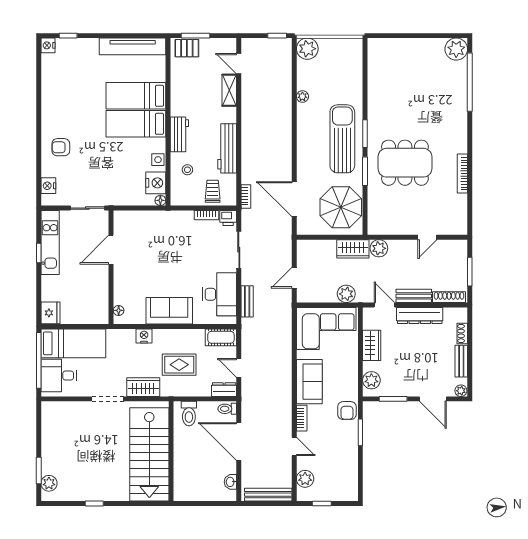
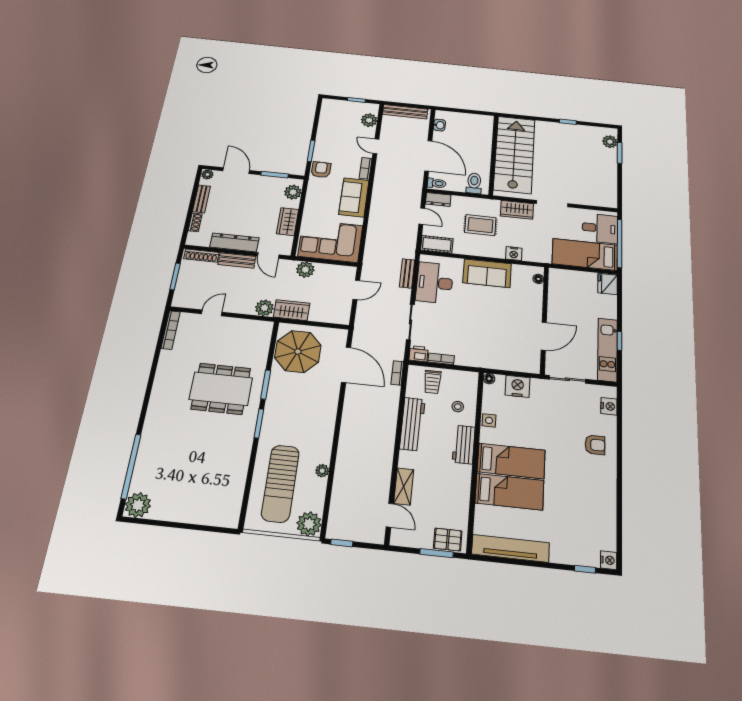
sun lounger: (342, 139) -> (280, 483), moved
bookcase: (462, 174) -> (171, 330), moved
nightstand: (156, 183) -> (518, 386), moved, turned 90

